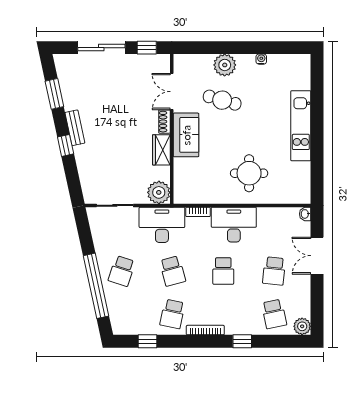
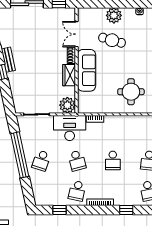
sofa: (186, 135) -> (87, 70), width x1.36
desk: (234, 225) -> (120, 128), removed
window: (96, 286) -> (20, 155), moved

